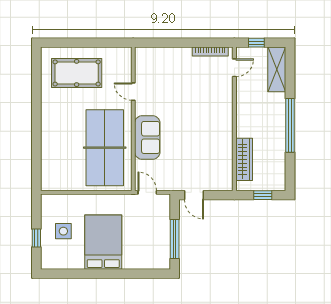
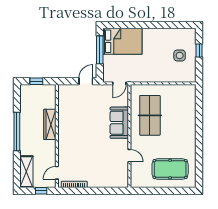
table tennis table: (105, 148) -> (150, 115), width x0.73, depth x0.76
wardrobe: (244, 159) -> (50, 124), moved
door: (147, 192) -> (119, 83), hinge flipped
door: (194, 195) -> (86, 81), hinge flipped
bed: (103, 242) -> (122, 41), moved, turned -90

